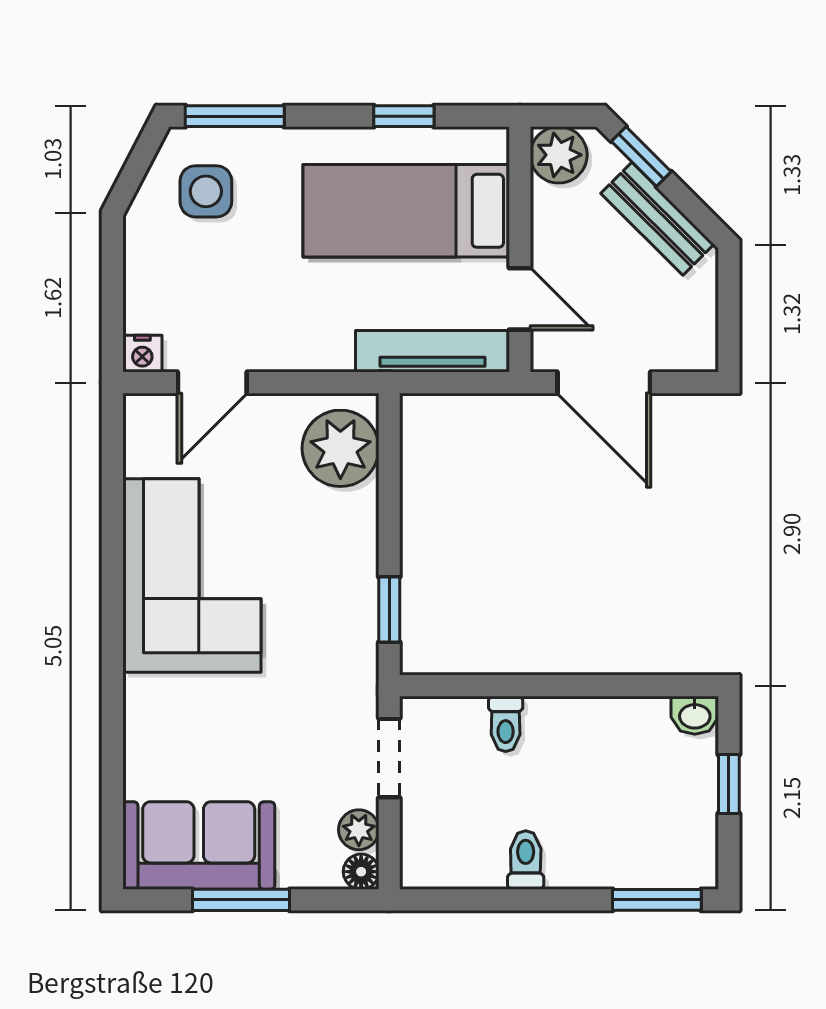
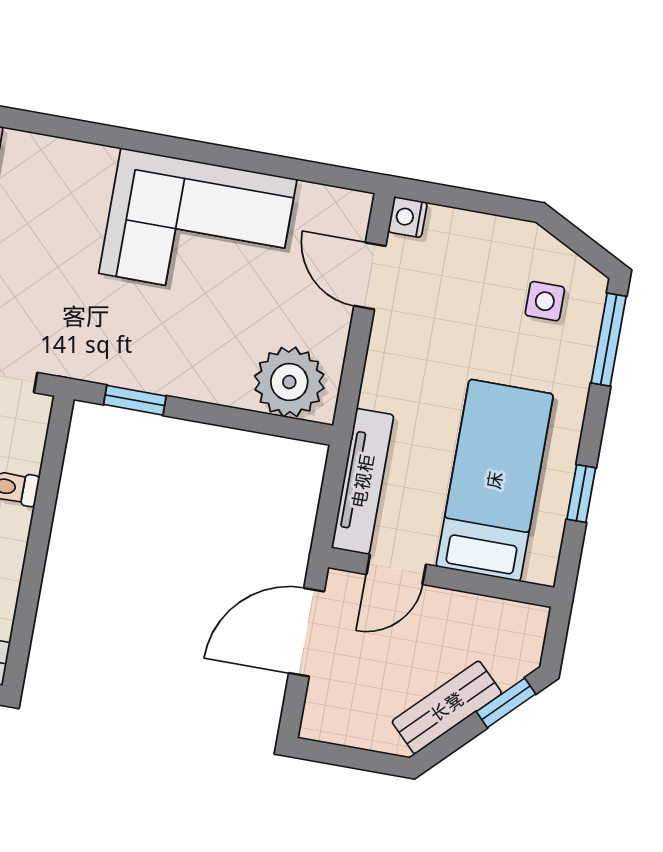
plant: (559, 155) -> (521, 628), removed
side table: (206, 191) -> (545, 301), width x0.73, depth x0.73

